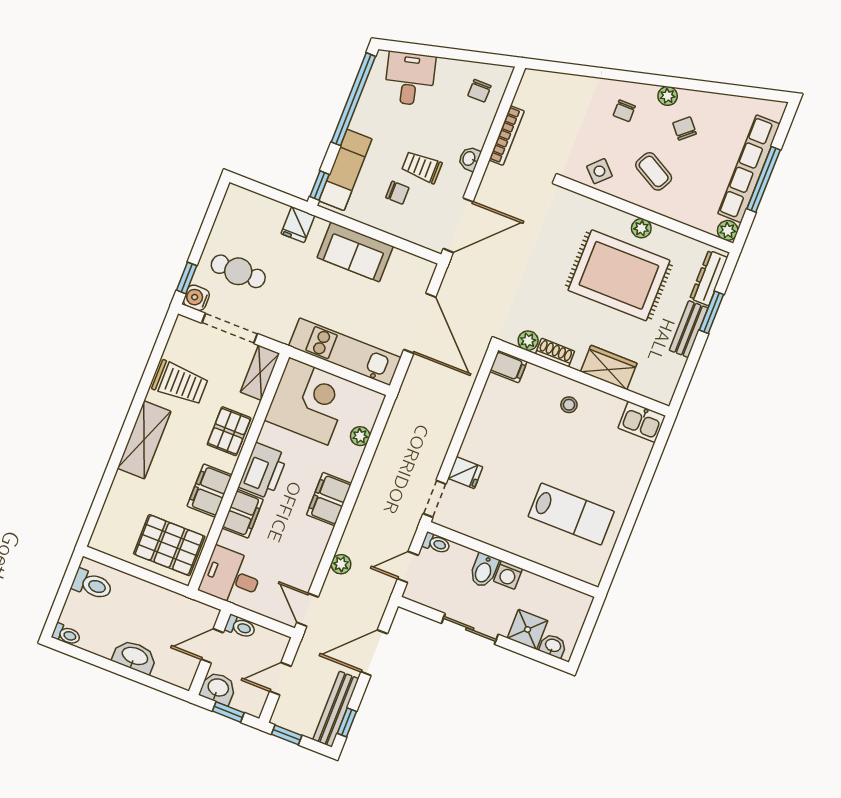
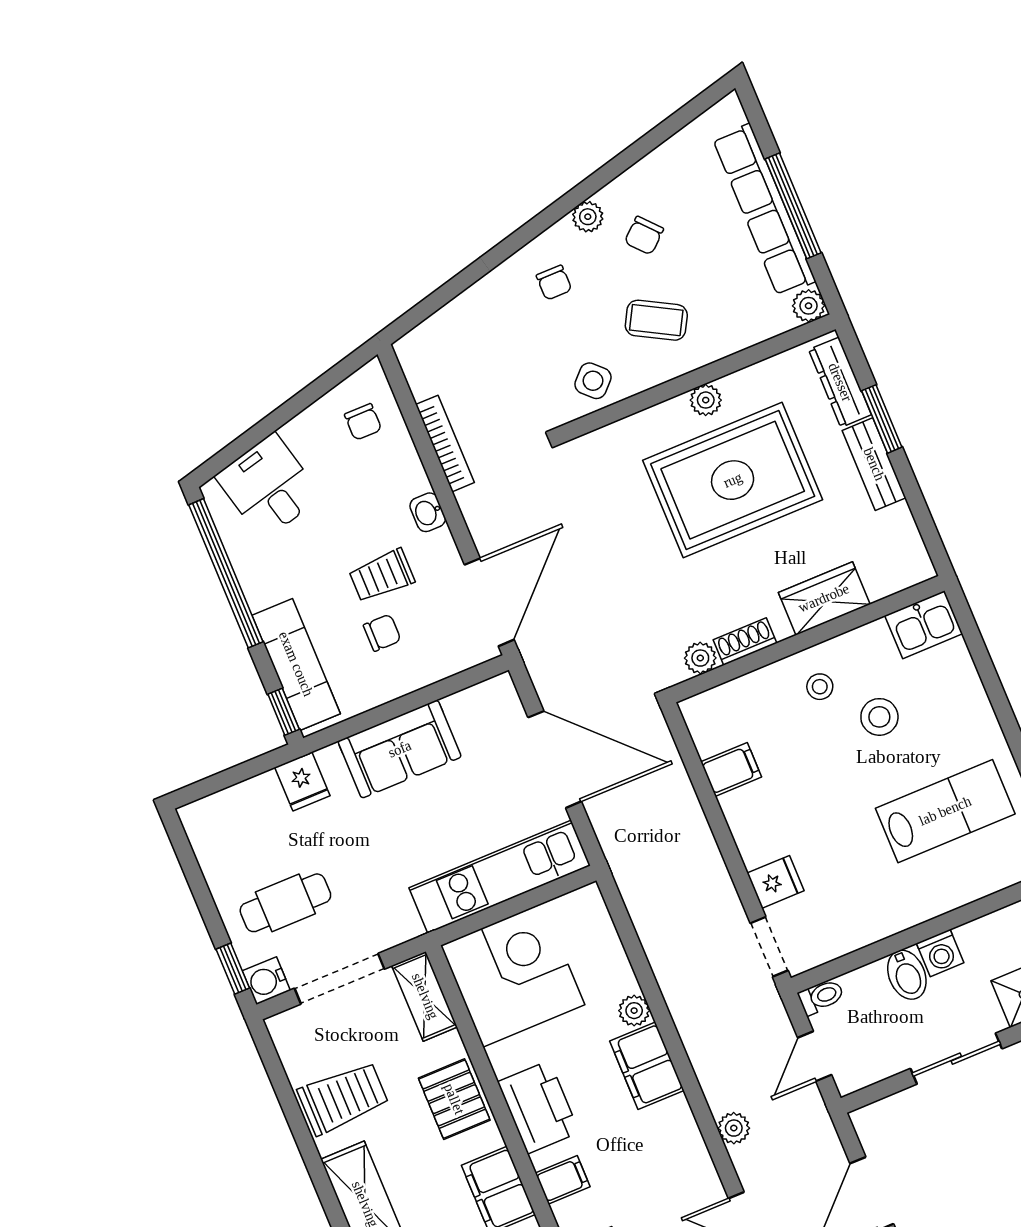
chair: (685, 128) -> (644, 236), turned -91
filing cabinet: (508, 366) -> (731, 769), moved
plant: (360, 436) -> (634, 1011), moved
stool: (582, 444) -> (879, 717), added
filing cabinet: (243, 514) -> (563, 1180), width x0.50

